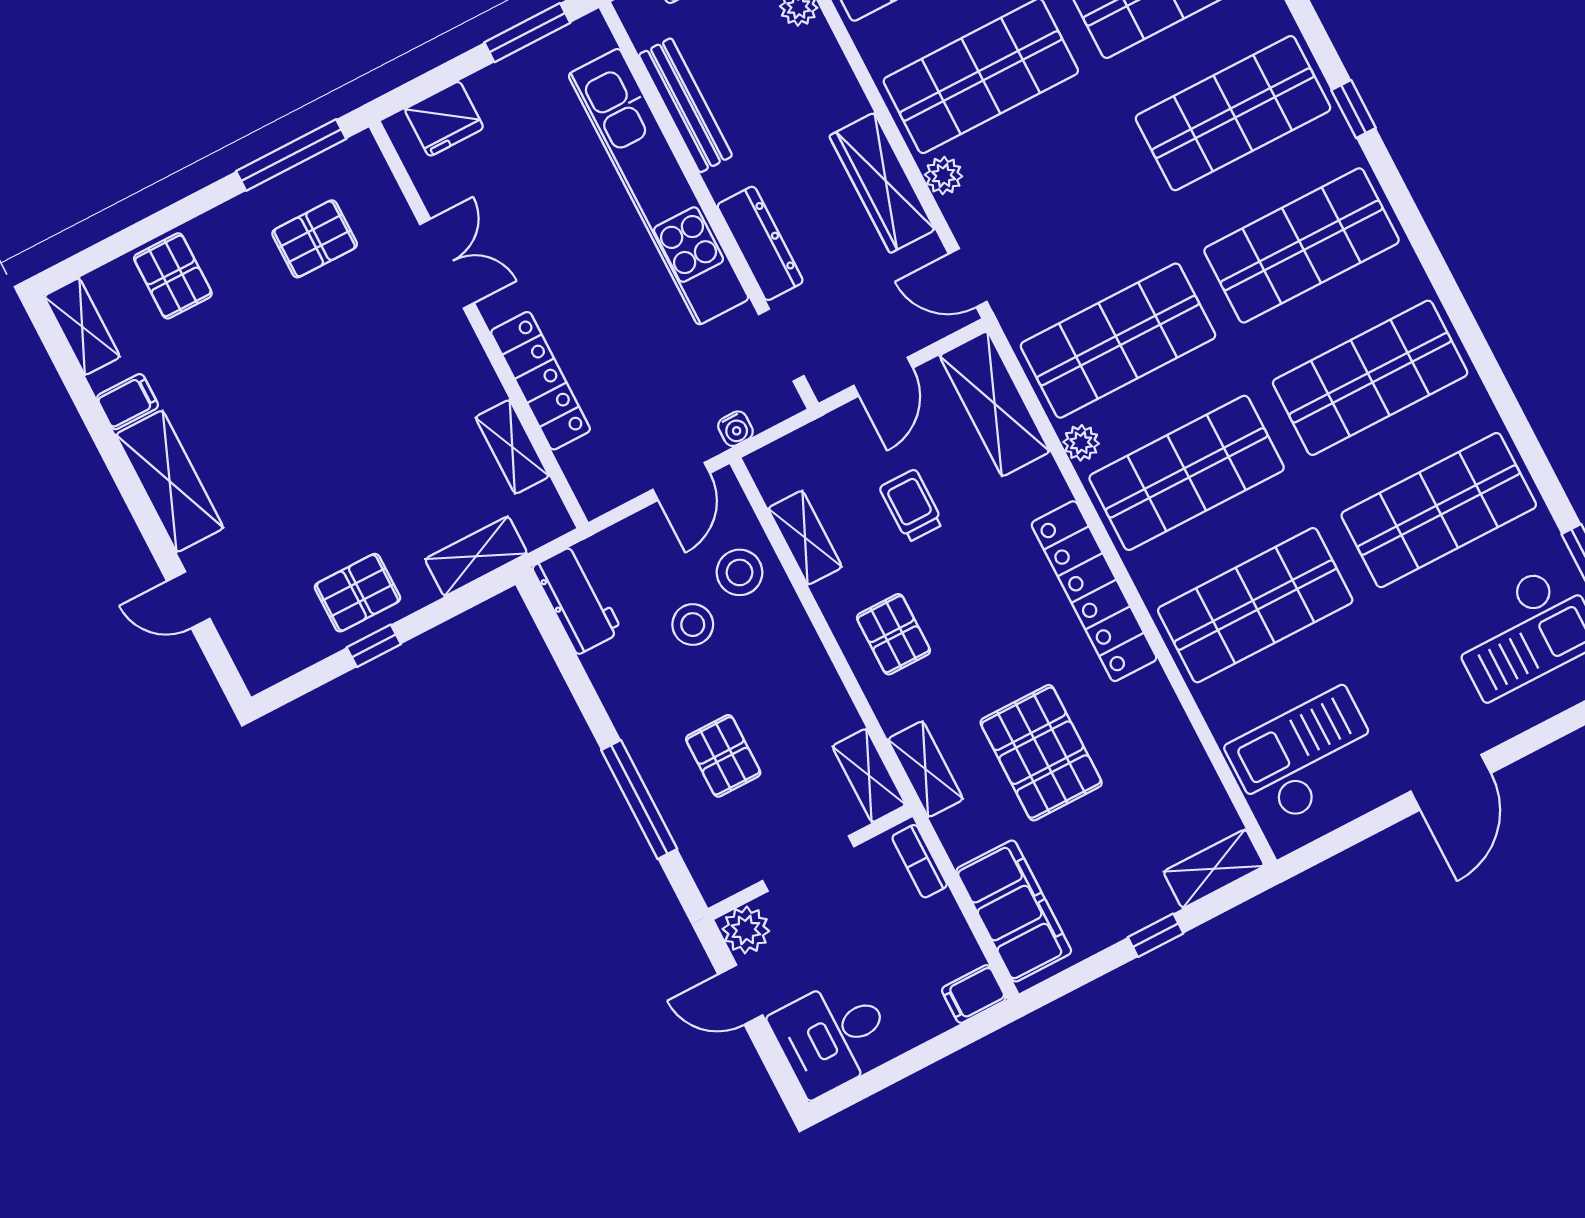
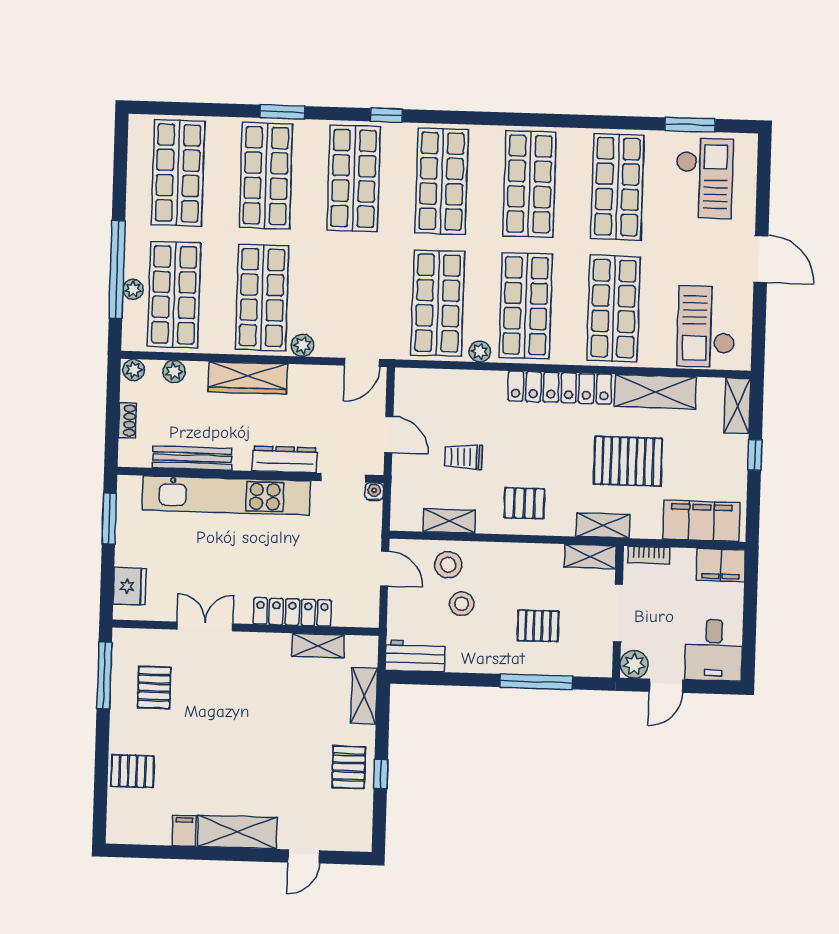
wardrobe: (882, 183) -> (248, 378), moved
shelving: (82, 327) -> (132, 832), removed
shelving: (995, 404) -> (655, 392), moved
water cooler: (735, 429) -> (374, 492), moved, turned -90
filing cabinet: (974, 994) -> (721, 565), width x2.00

